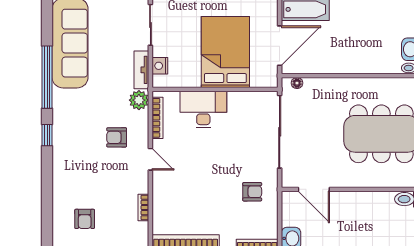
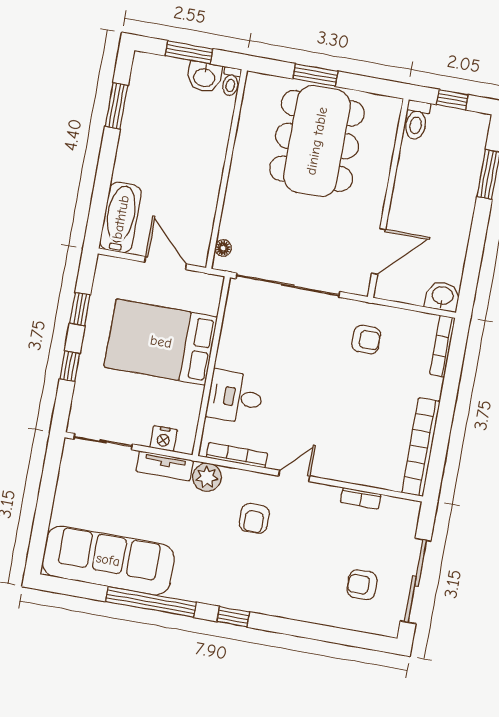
door: (280, 46) -> (166, 263), width x0.73
desk: (203, 109) -> (235, 397), width x0.73
armchair: (252, 192) -> (366, 340), turned 90
armchair: (85, 219) -> (362, 585), turned 180

